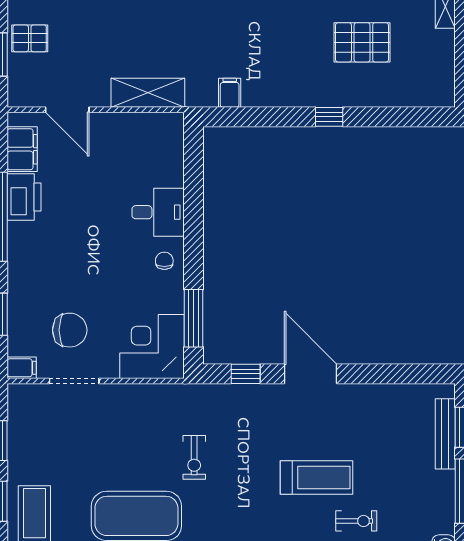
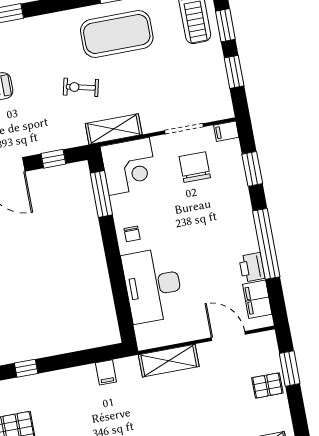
printer: (24, 197) -> (252, 267), width x0.73, depth x0.84
desk: (158, 212) -> (153, 285), width x1.87, depth x1.30
chair: (70, 330) -> (195, 167), turned 90
shelving: (163, 397) -> (114, 129), added
exercise bike: (194, 457) -> (81, 87), turned -77

